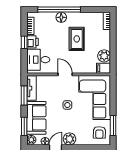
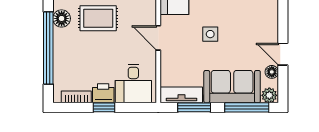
floor lamp: (61, 17) -> (62, 18), moved
door: (65, 74) -> (158, 38), hinge flipped
window: (24, 126) -> (247, 107), width x1.44
plant: (69, 139) -> (268, 30), removed

